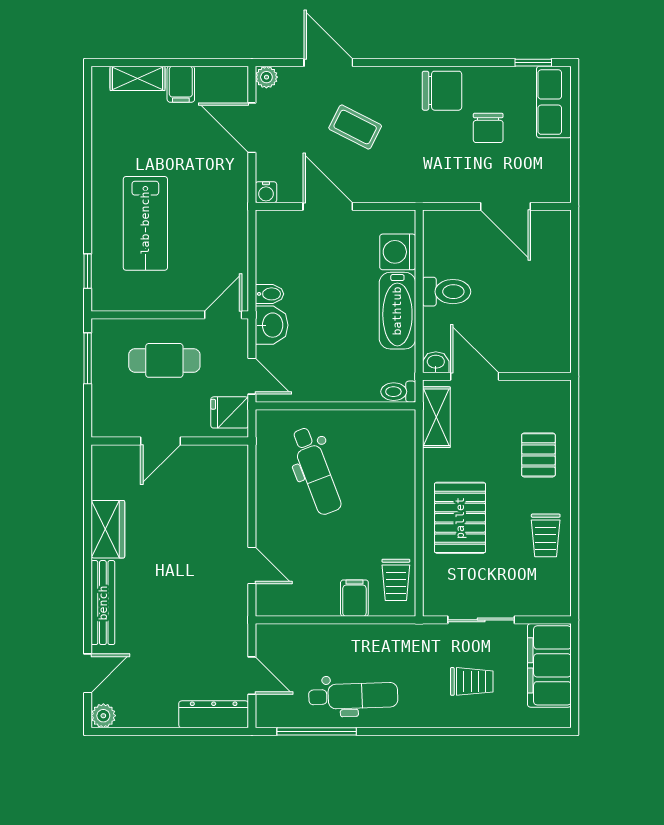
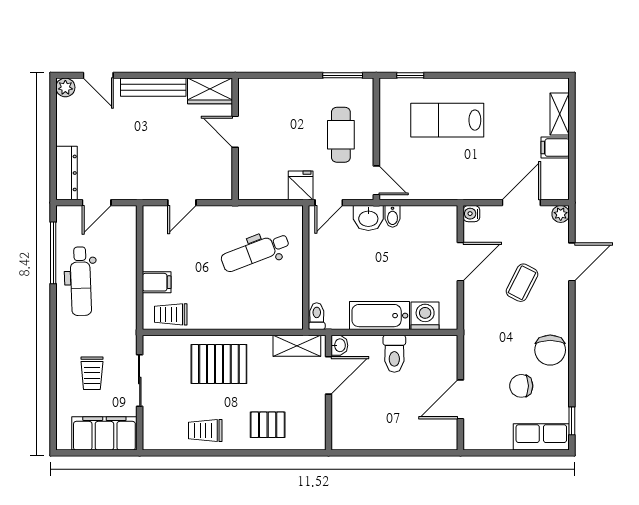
door: (160, 441) -> (235, 132), moved
wall: (170, 441) -> (235, 139), moved

